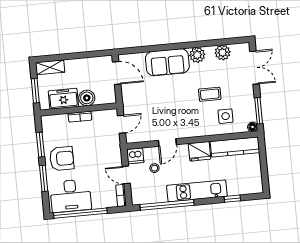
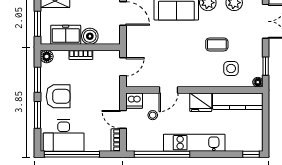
window: (259, 111) -> (266, 66), width x0.67
floor lamp: (47, 121) -> (47, 56), added
window: (232, 199) -> (251, 154), moved

